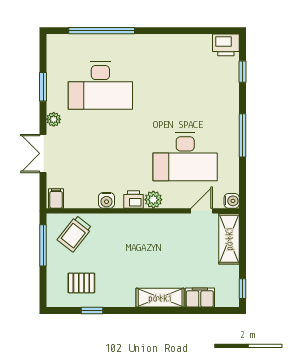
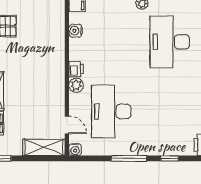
window: (243, 72) -> (170, 158), moved
water cooler: (106, 200) -> (75, 31), moved
trolley: (75, 234) -> (48, 21), removed

